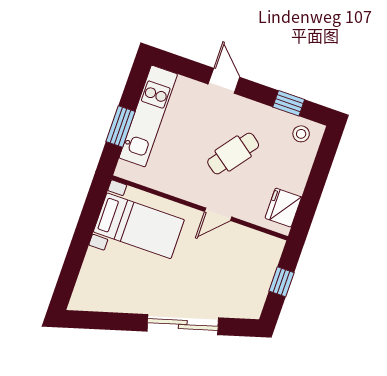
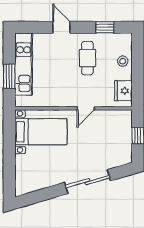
stool: (301, 134) -> (123, 61), moved
cafe table: (233, 154) -> (87, 58), moved, turned -37

